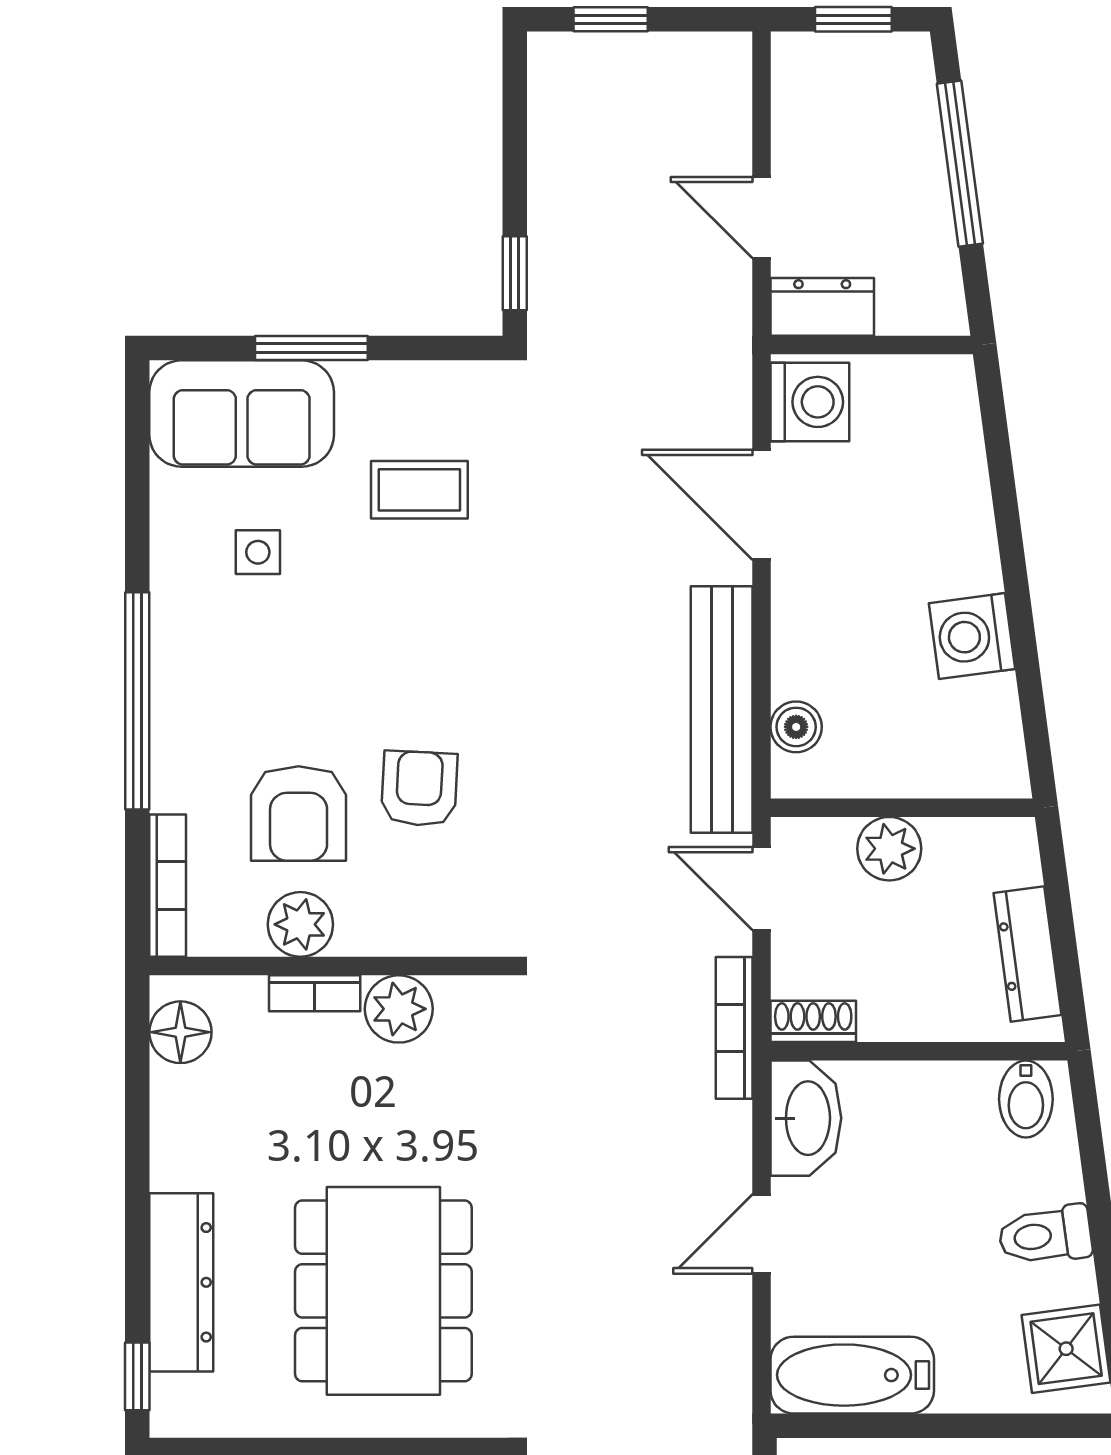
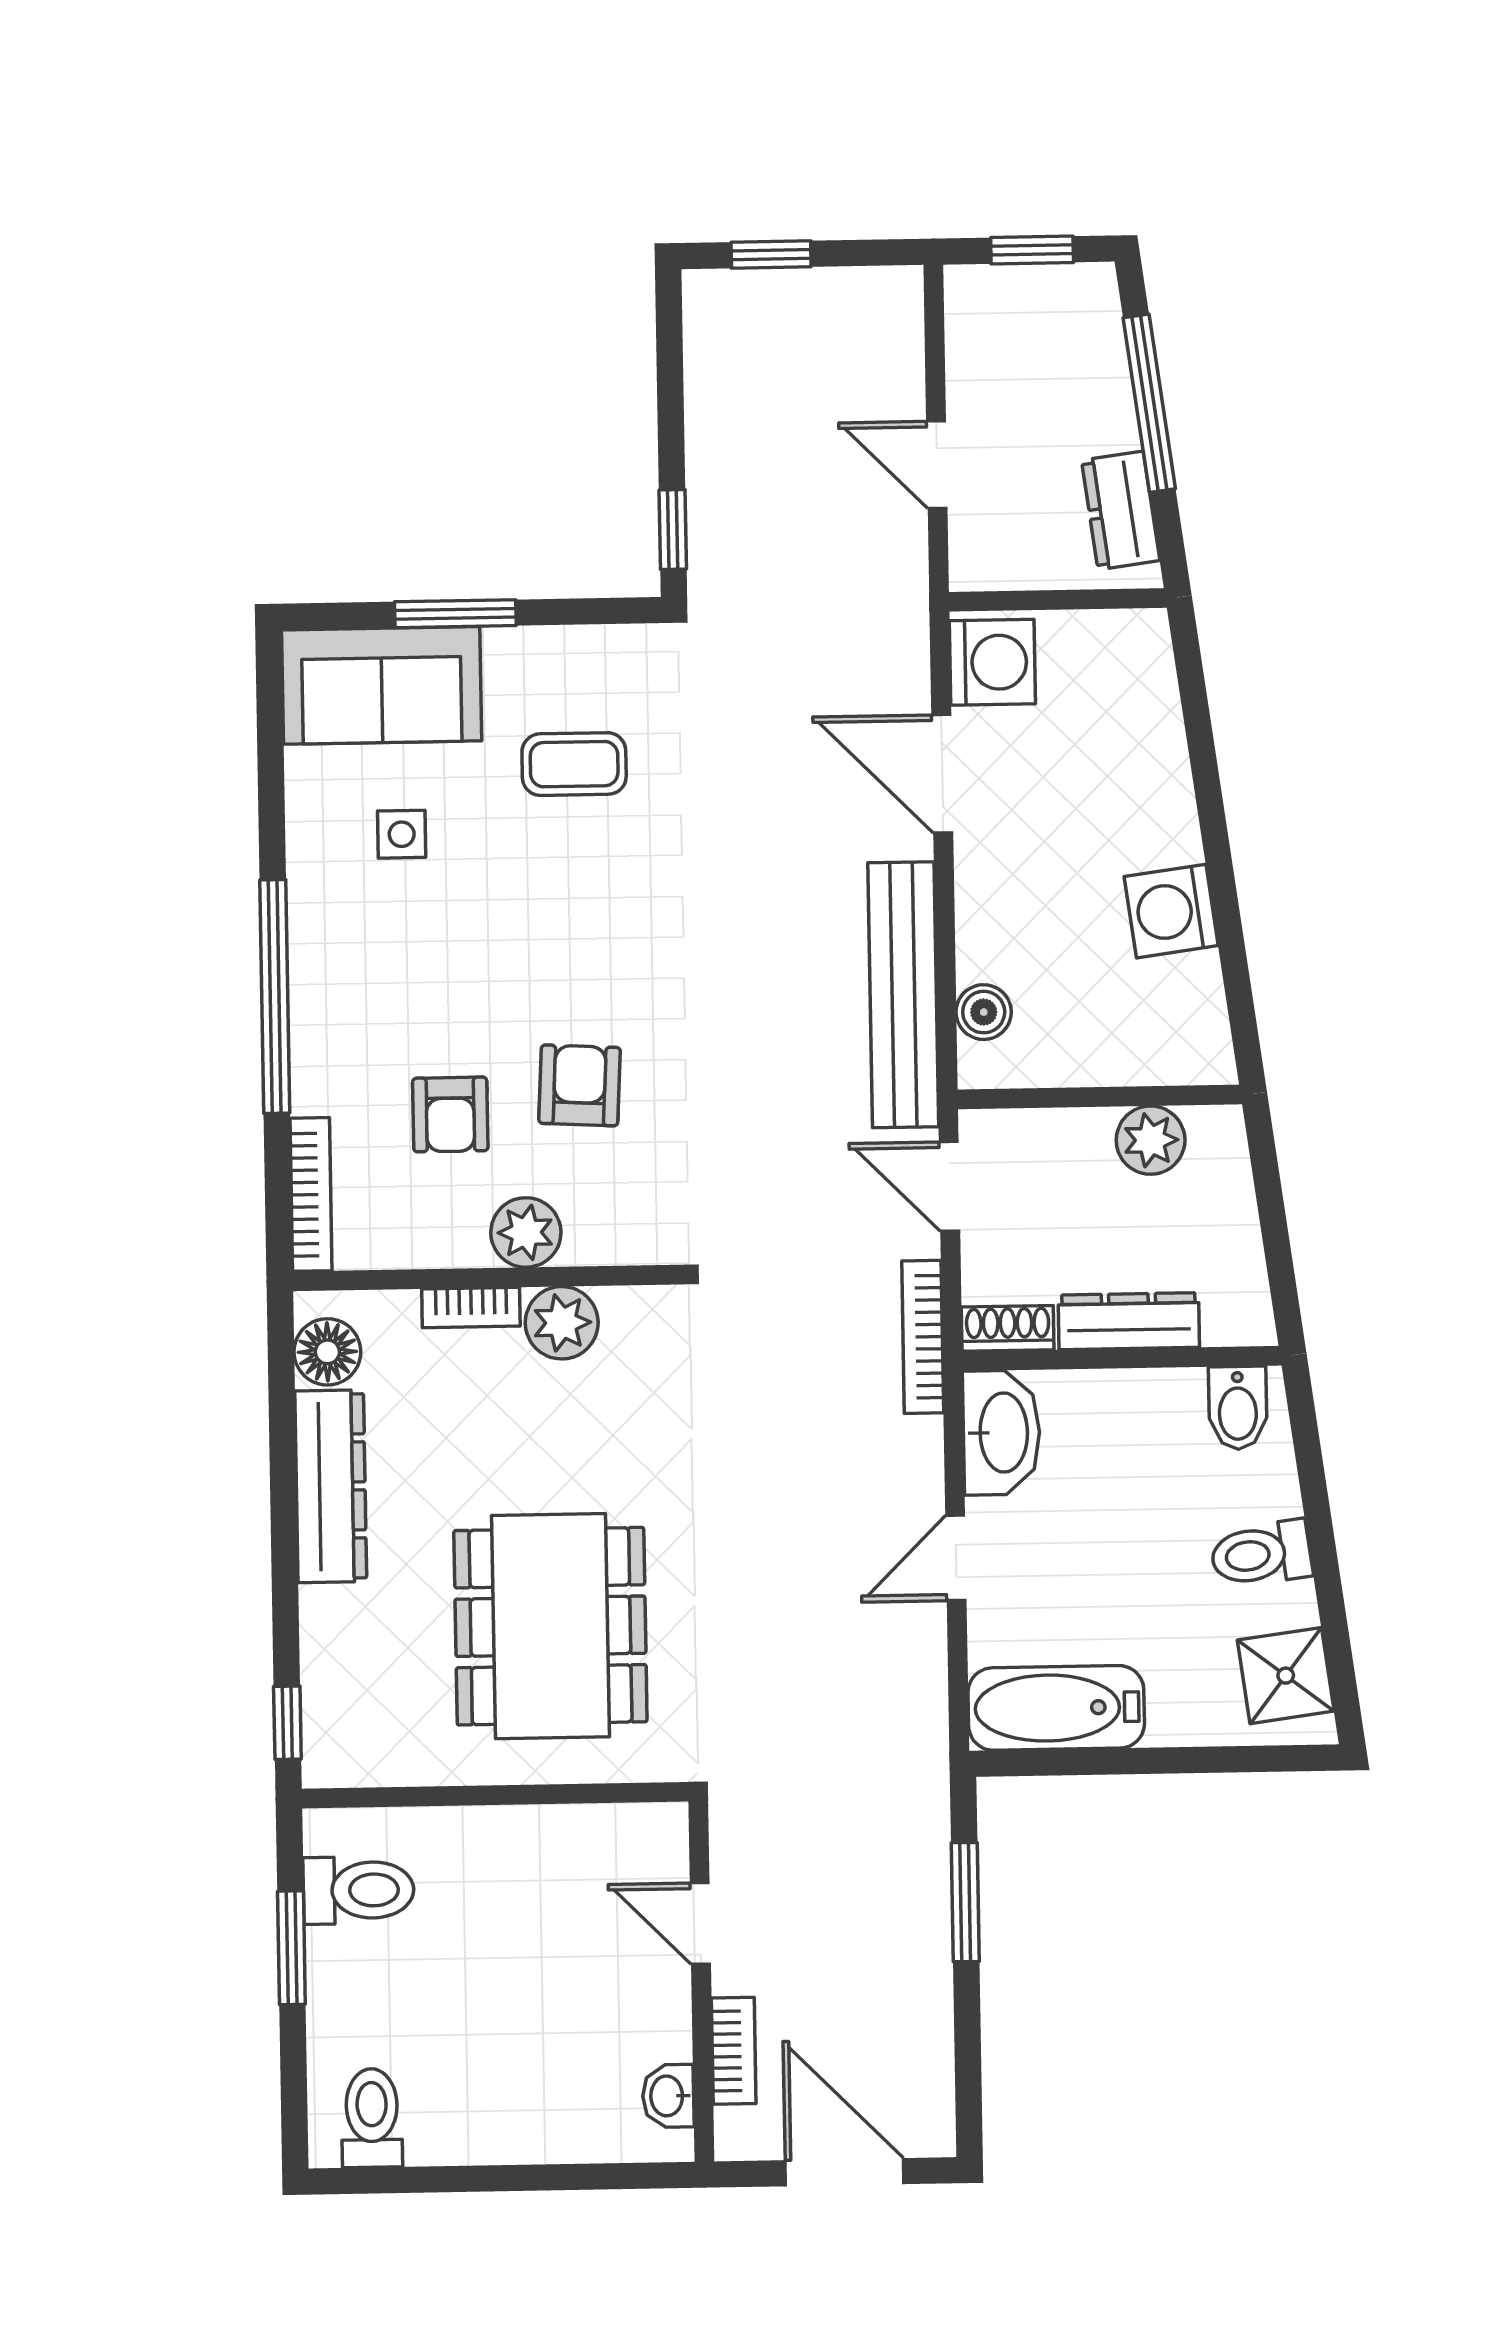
dresser: (822, 307) -> (1121, 510), moved, turned -98
armchair: (299, 814) -> (450, 1114), width x0.72, depth x0.72
plant: (889, 849) -> (1151, 1140), moved
plant: (300, 924) -> (526, 1232), moved
dresser: (1027, 954) -> (1129, 1321), moved, turned 98
dresser: (181, 1282) -> (331, 1486), moved

